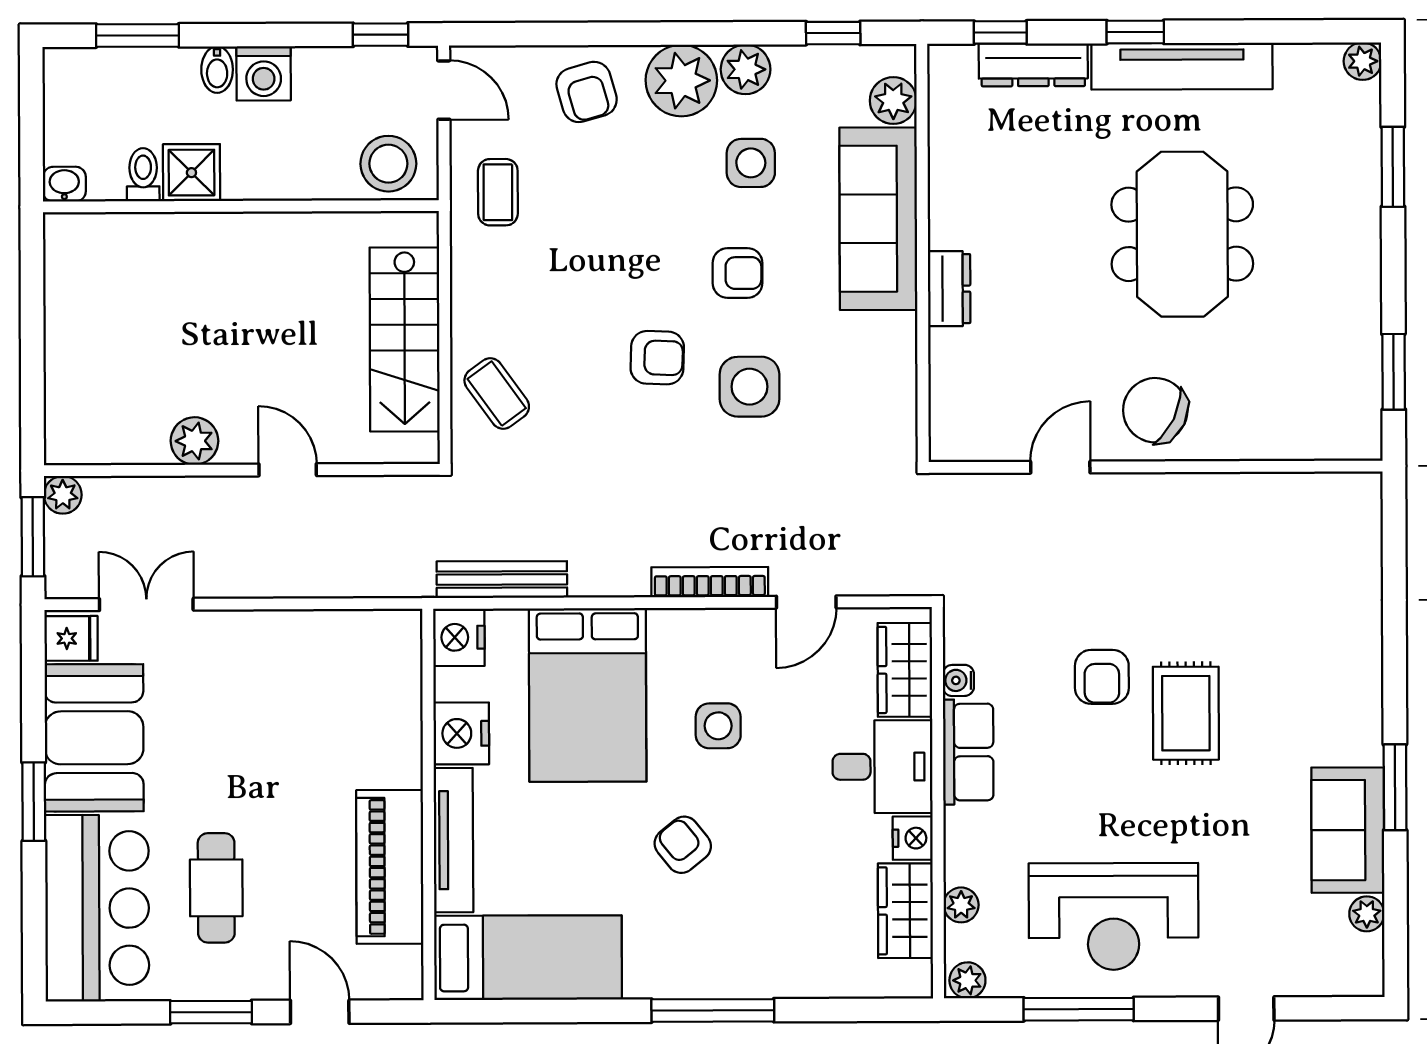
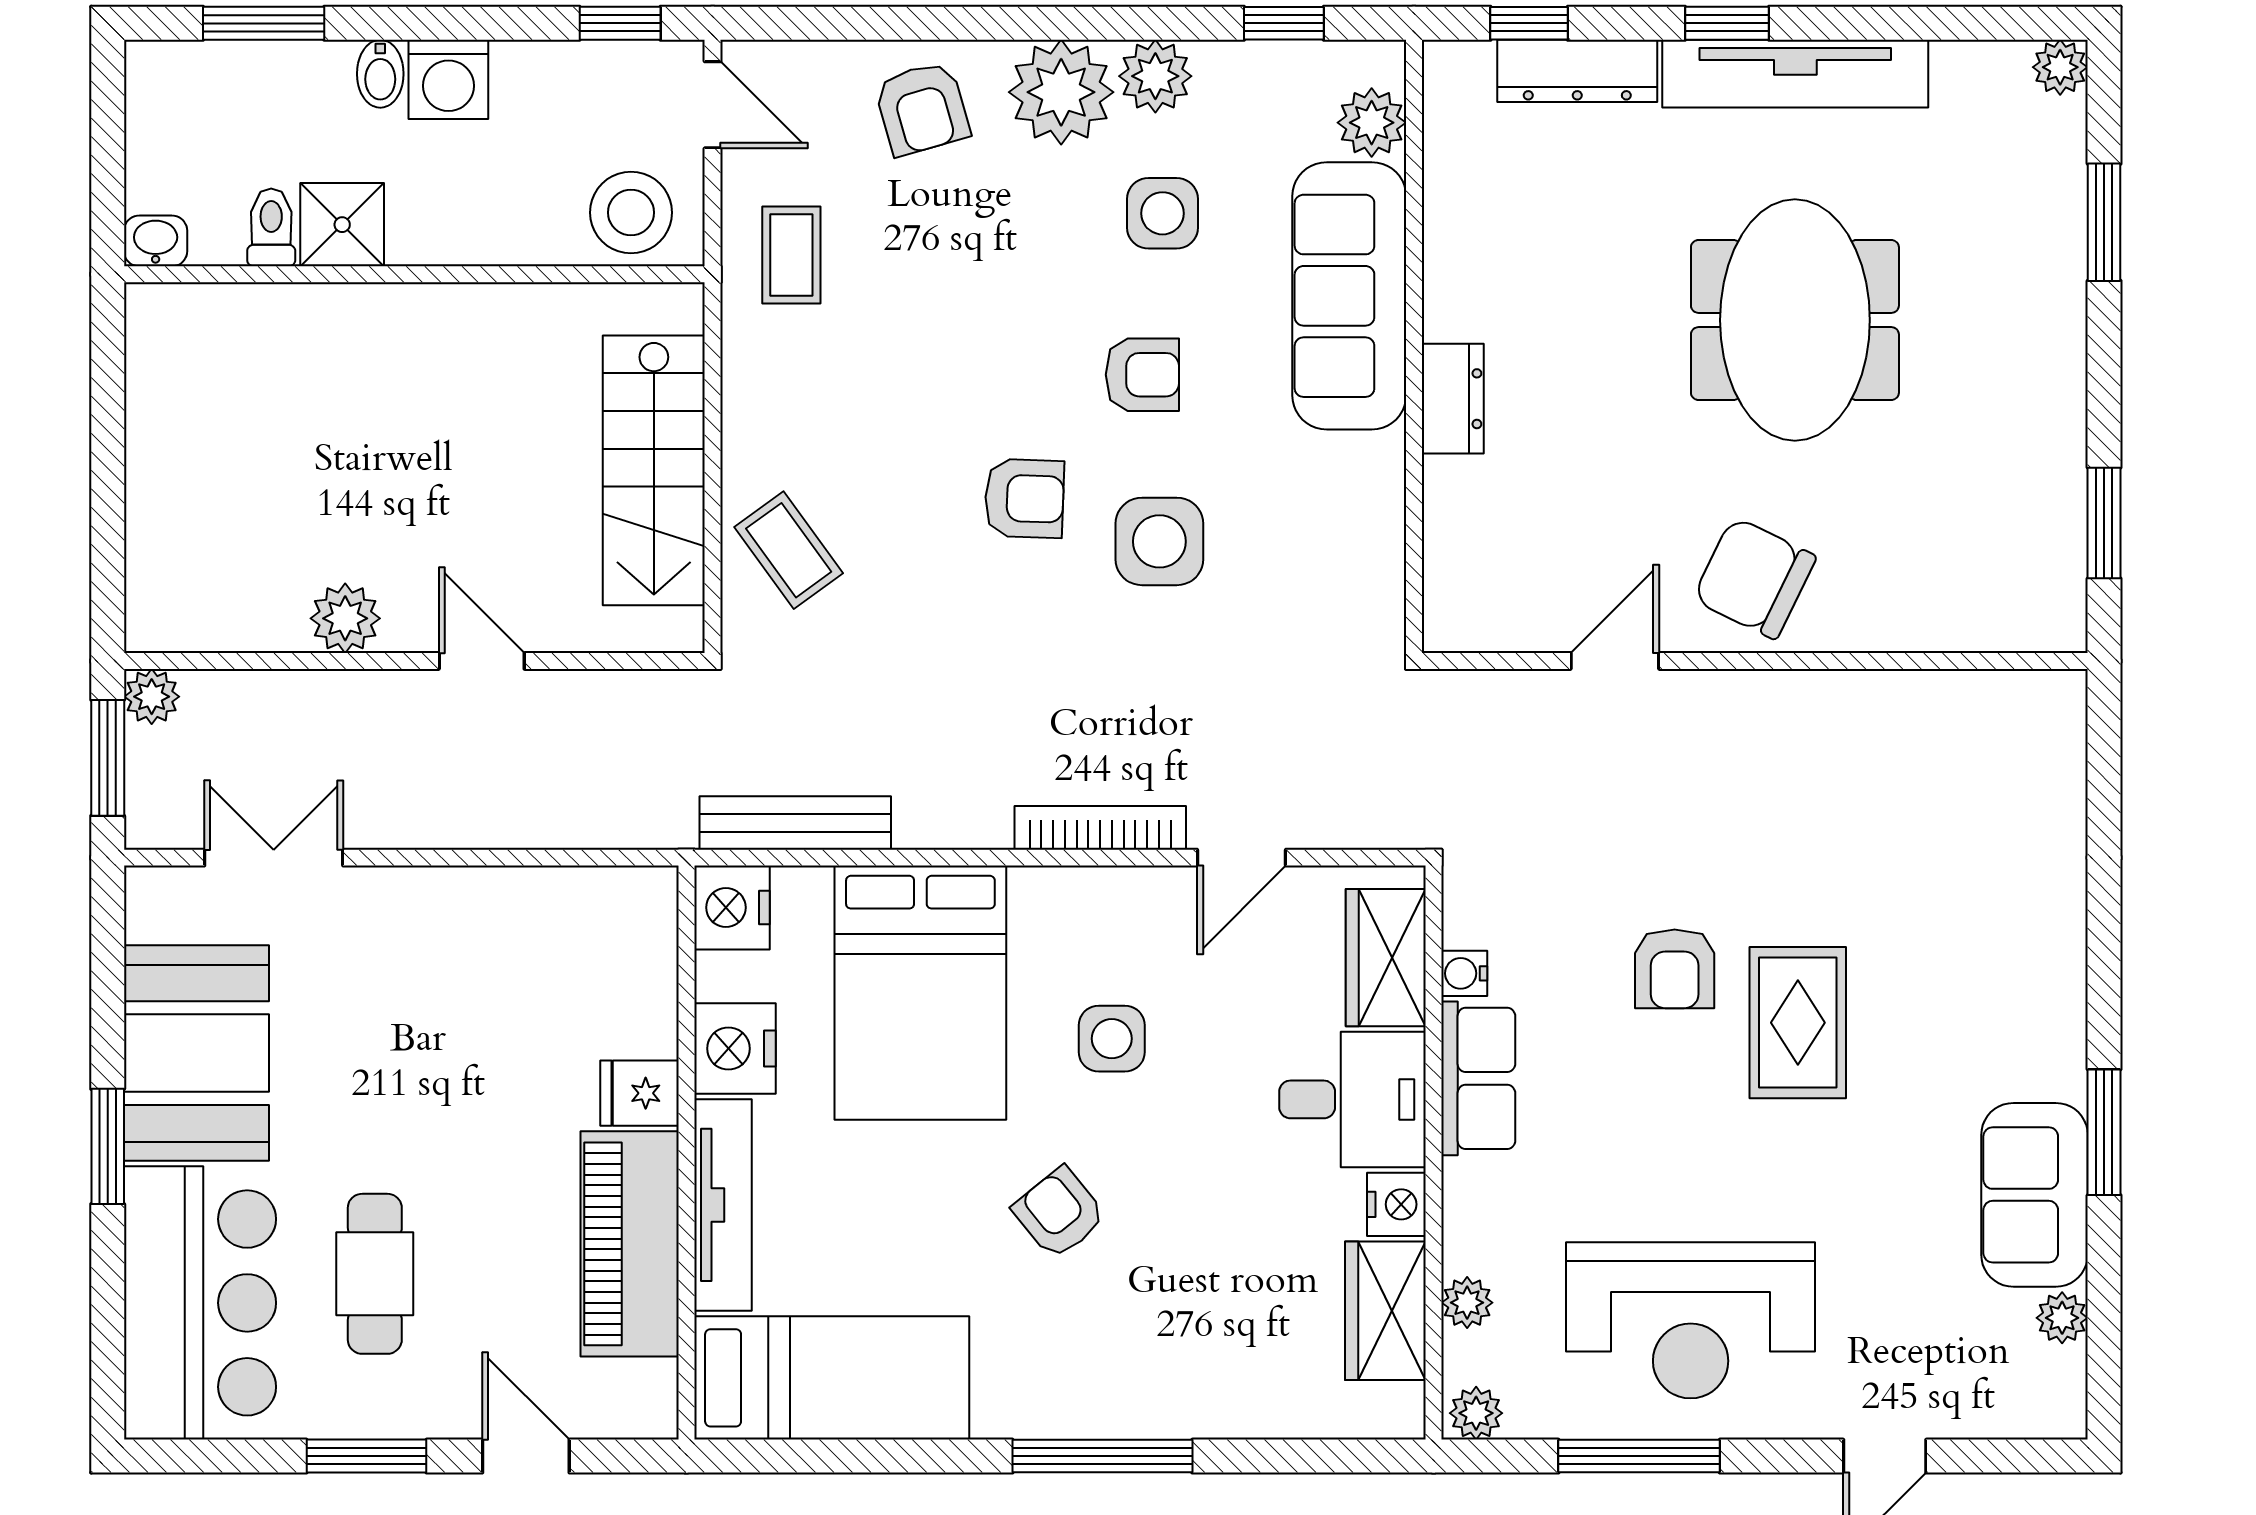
fridge: (71, 638) -> (639, 1093), moved, turned 180

